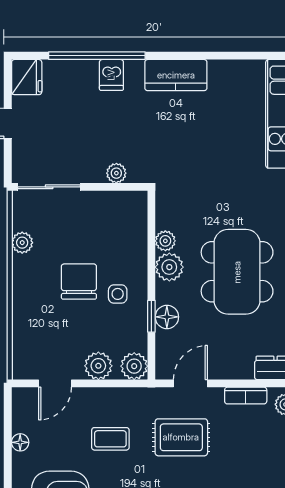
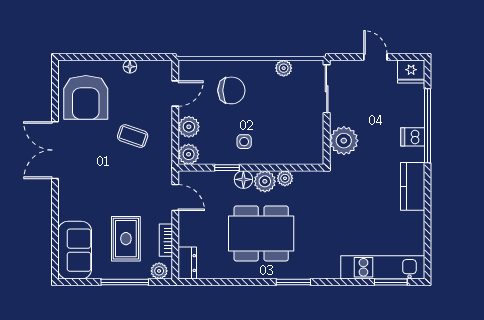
plant: (116, 173) -> (344, 141), width x1.88, depth x1.88
chair: (79, 282) -> (231, 90), moved
floor lamp: (167, 317) -> (243, 179), moved
door: (55, 383) -> (175, 93), swing flipped
rug: (181, 437) -> (126, 239), moved
coffee table: (110, 439) -> (133, 136), turned -71

